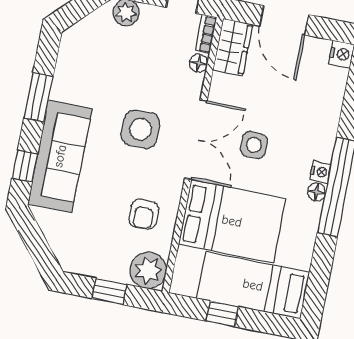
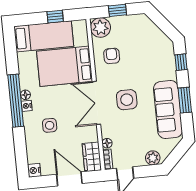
side table: (254, 145) -> (50, 125), moved
sofa: (60, 156) -> (168, 110), moved

